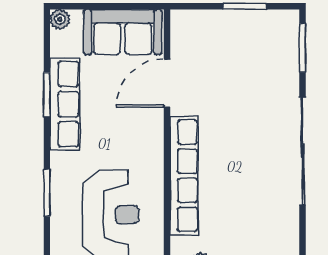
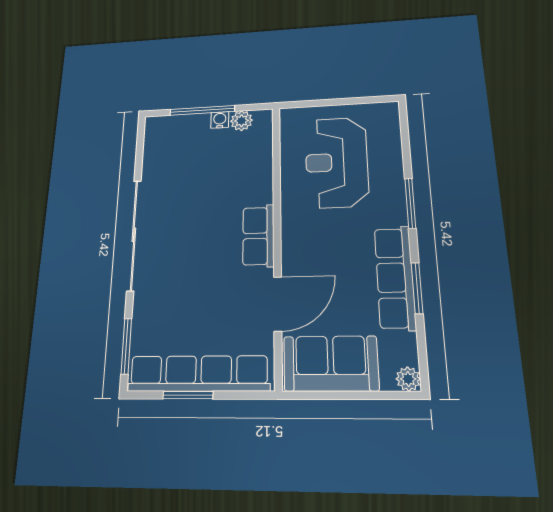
row of seats: (236, 24) -> (198, 374), added
row of seats: (184, 176) -> (258, 236), width x0.50
window: (47, 193) -> (410, 203), moved

